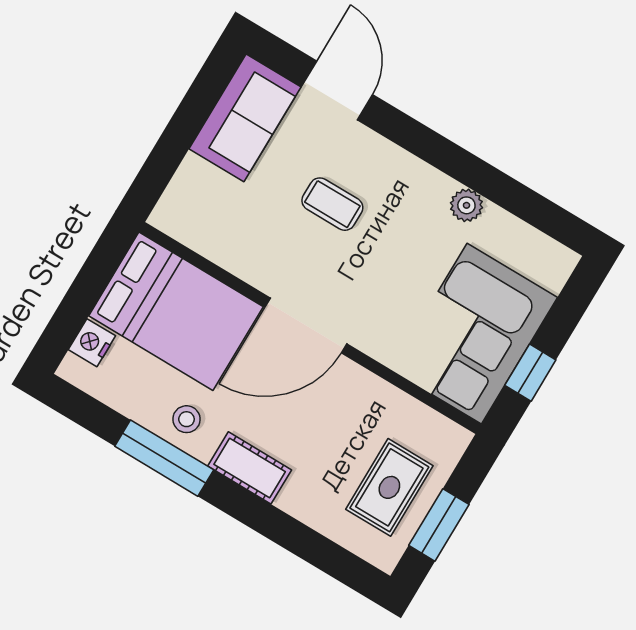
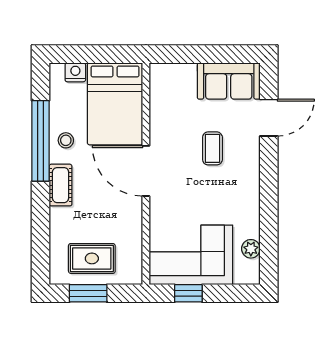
plant: (466, 205) -> (251, 249), moved
window: (164, 458) -> (41, 141), width x1.46

